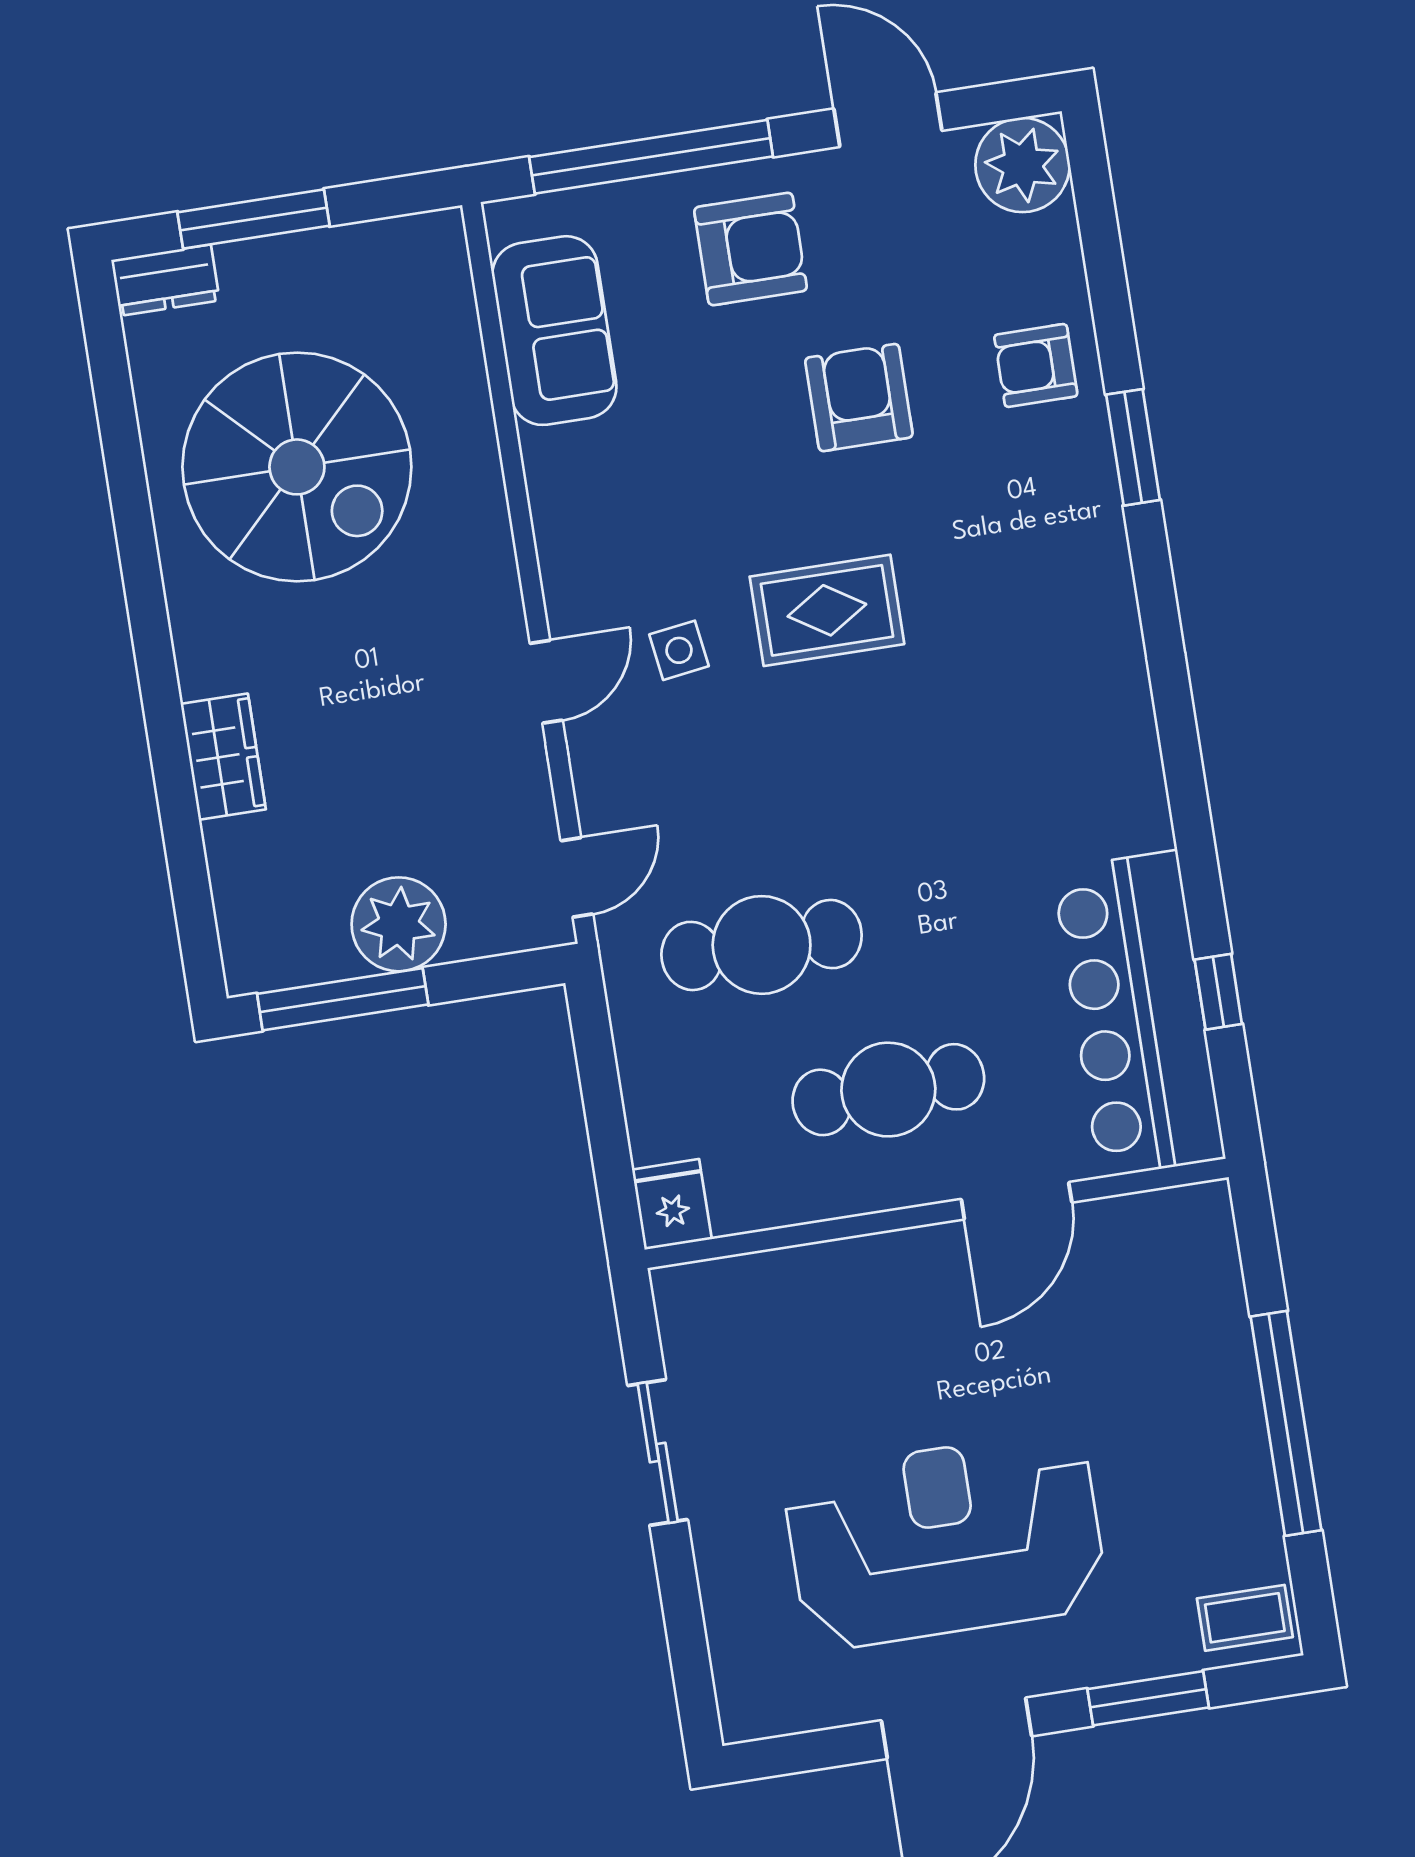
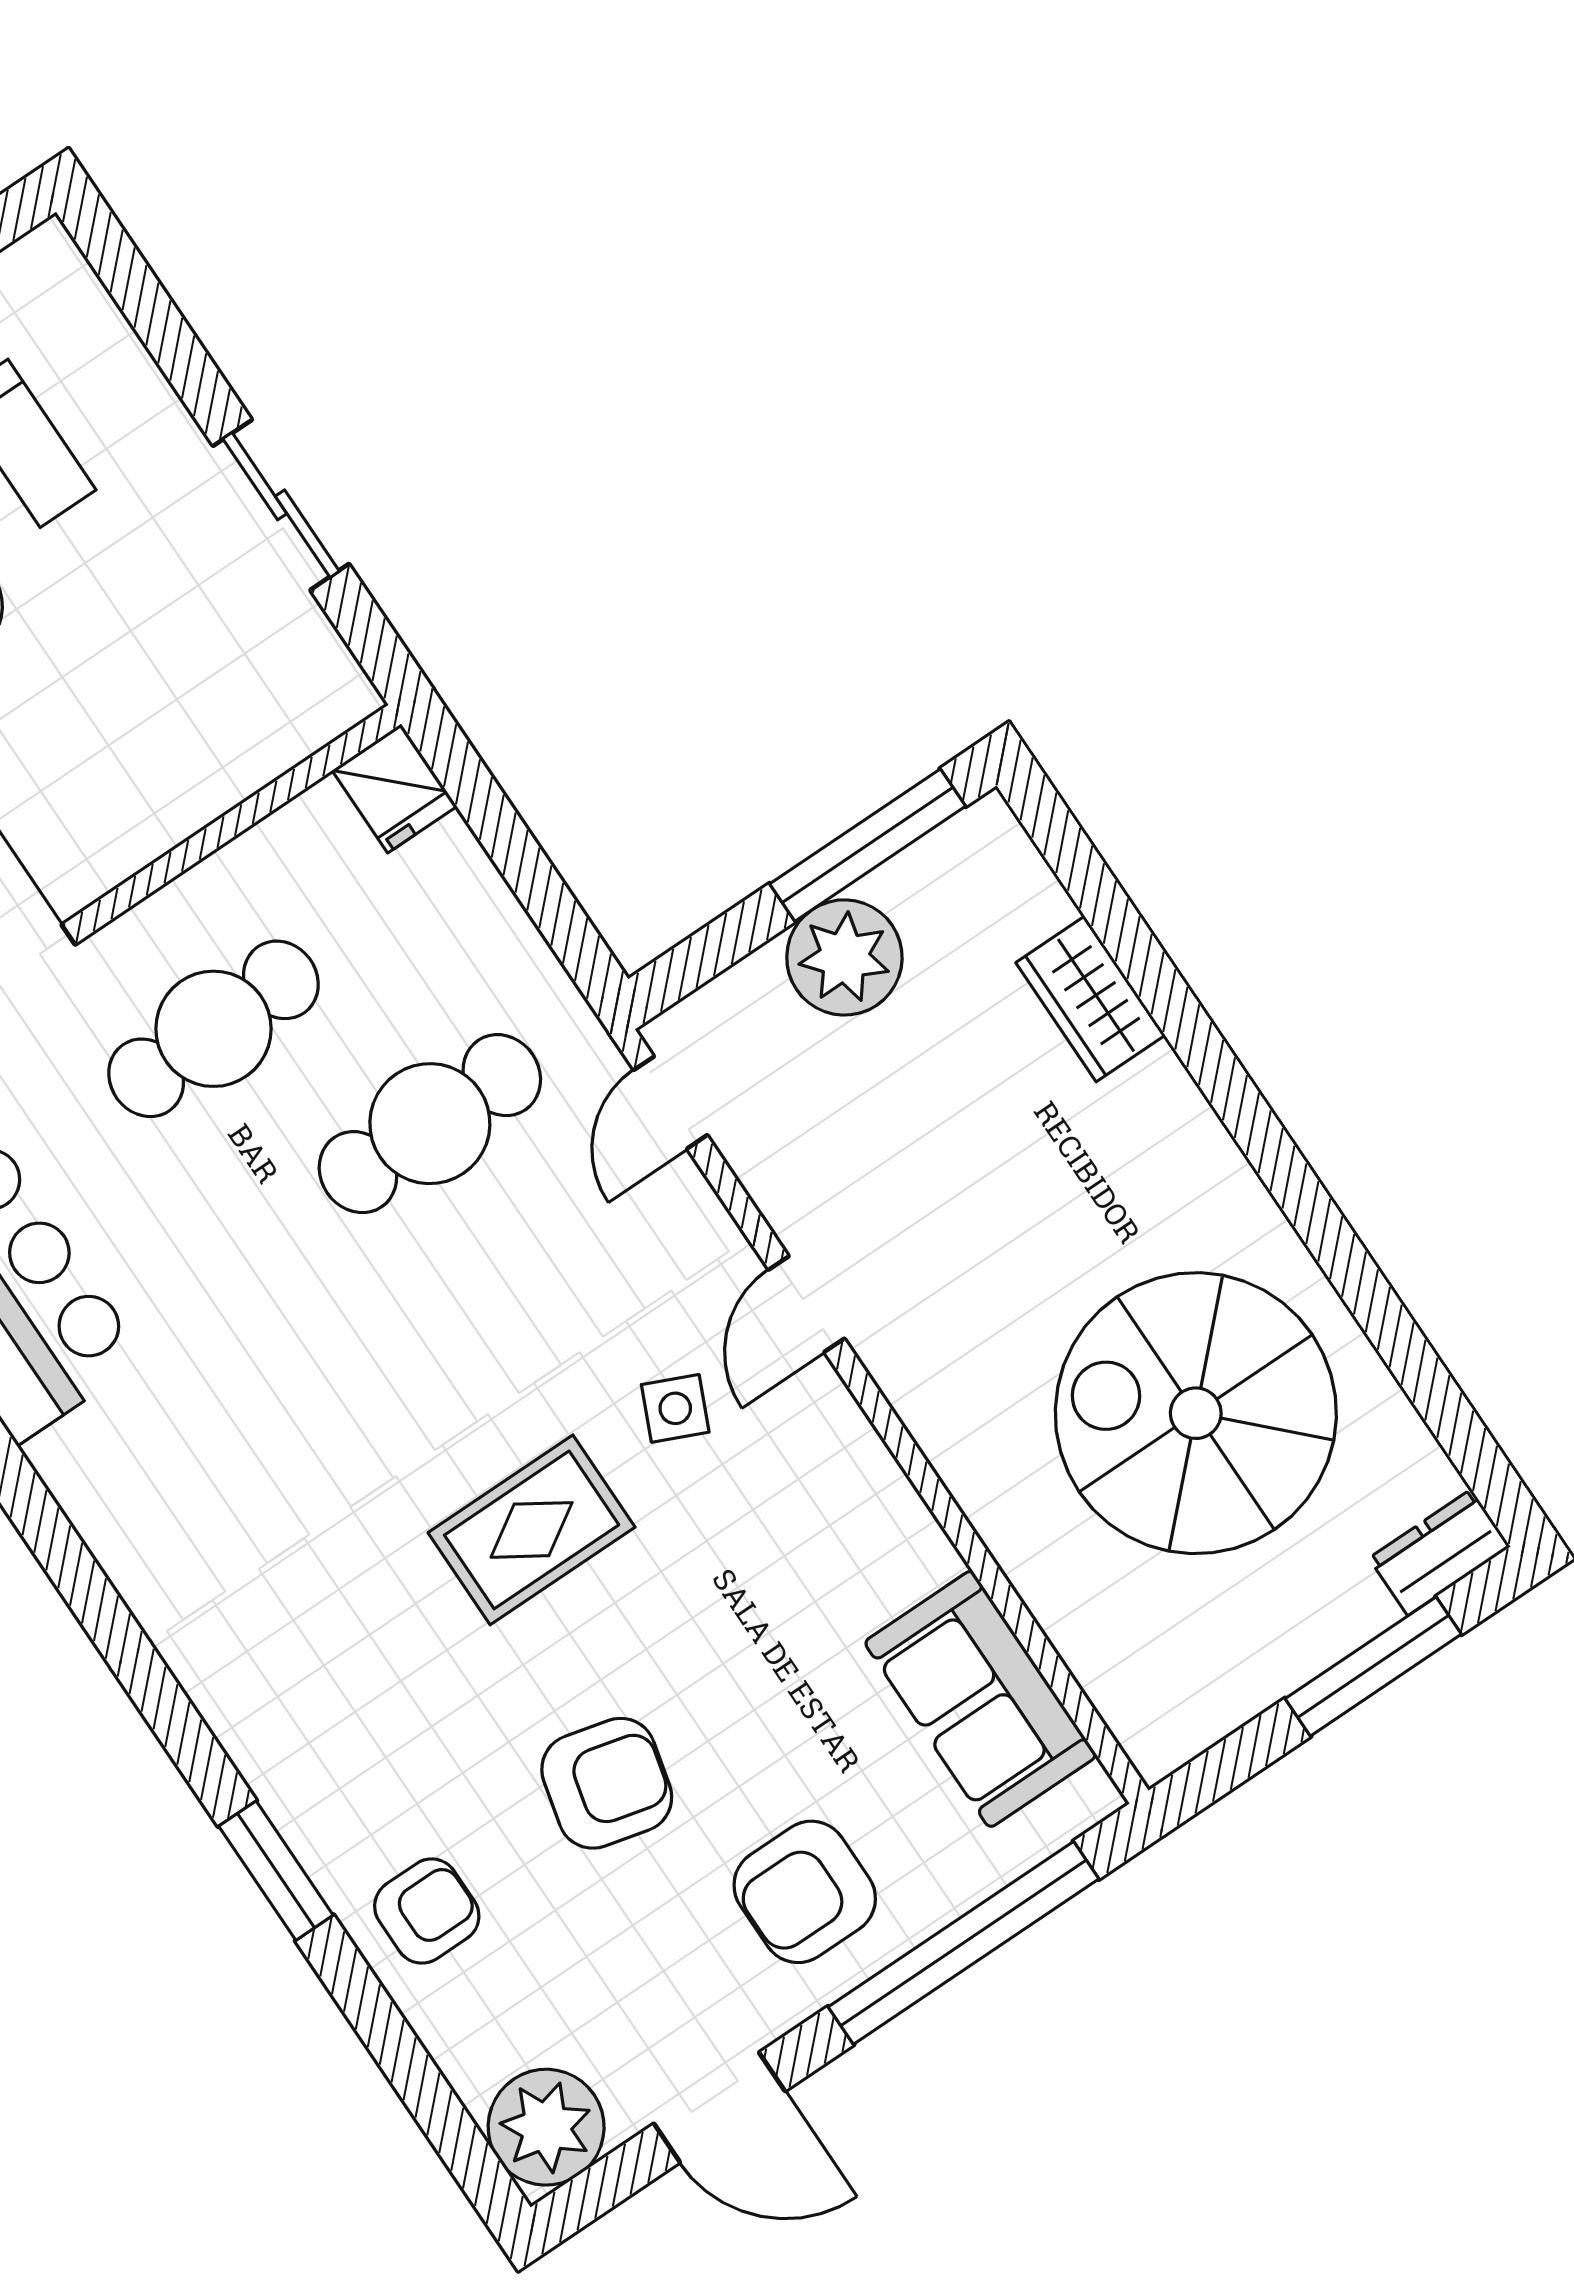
armchair: (859, 398) -> (607, 1783), turned -76
side table: (679, 650) -> (675, 1408), turned 32
wardrobe: (223, 757) -> (1091, 999), moved

